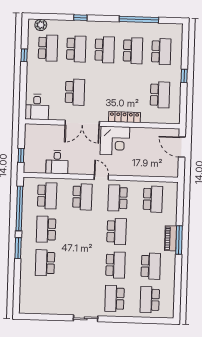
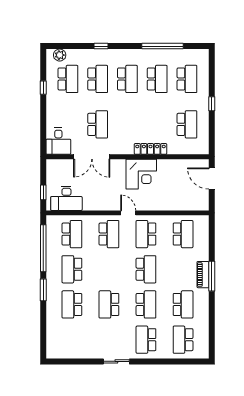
double door: (82, 123) -> (92, 157), moved
desk: (57, 162) -> (66, 198), moved, width x1.37
school desk: (80, 264) -> (109, 304), added

